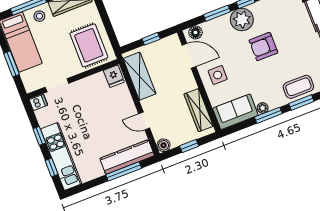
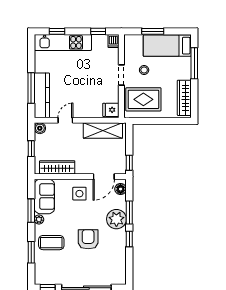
stool: (39, 16) -> (144, 70), moved
plant: (242, 20) -> (116, 219), moved
window: (151, 39) -> (129, 163), moved
doorway: (57, 85) -> (121, 75), moved
coffee table: (298, 87) -> (51, 243), moved, turned 90
window: (268, 115) -> (31, 211), moved
window: (39, 136) -> (98, 31), moved

